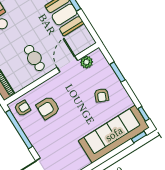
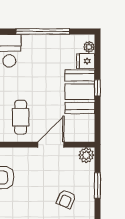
plant: (87, 62) -> (86, 155), moved

